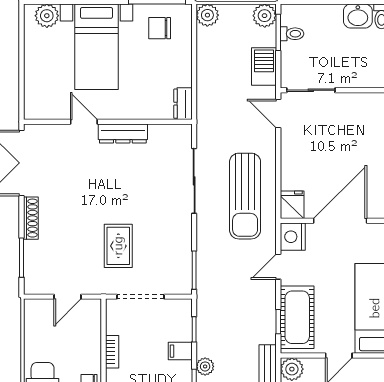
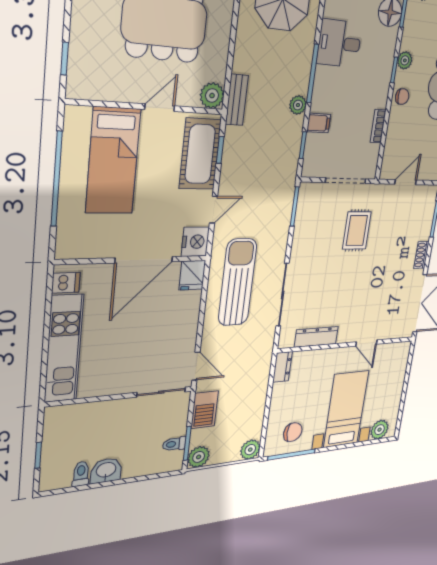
dresser: (123, 134) -> (316, 337), moved
shoe rack: (31, 218) -> (421, 255), width x0.70

